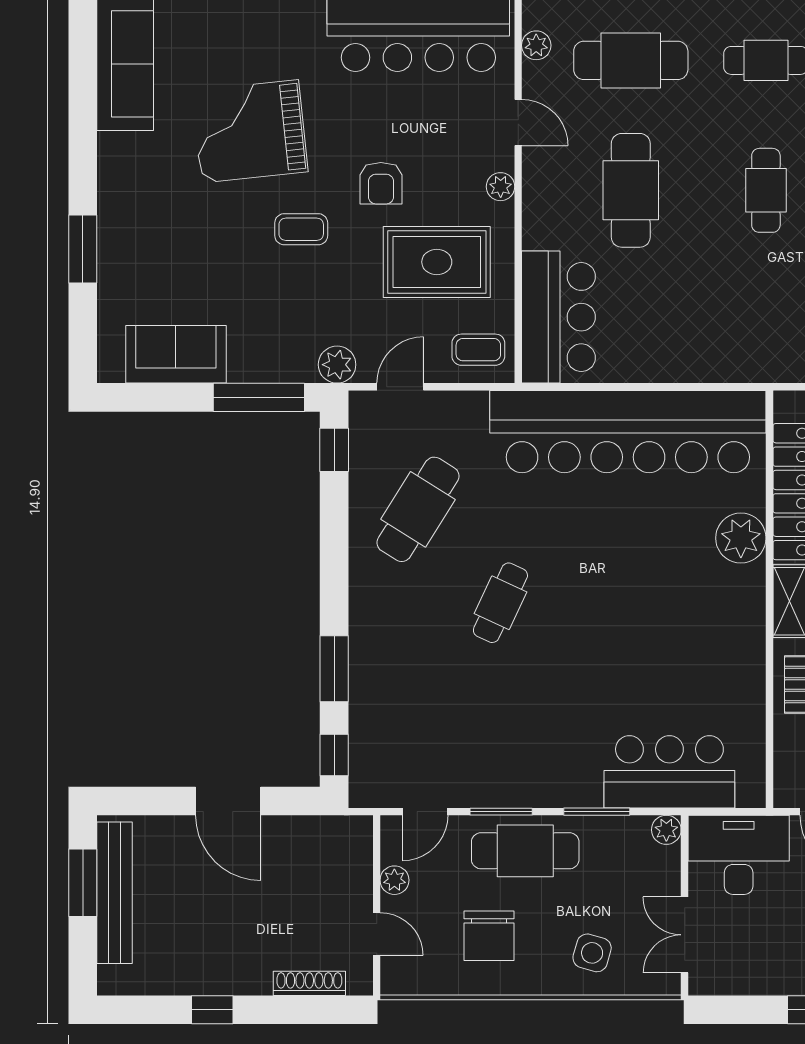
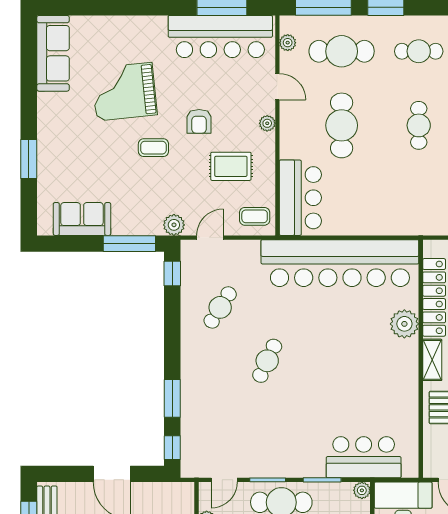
rug: (437, 262) -> (231, 166), width x0.73, depth x0.70
cafe table: (418, 509) -> (220, 307), width x0.73, depth x0.74

